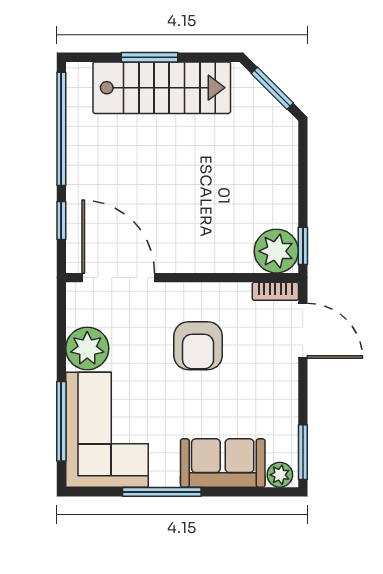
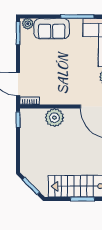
plant: (276, 251) -> (54, 118), moved
armchair: (198, 346) -> (62, 78), removed

